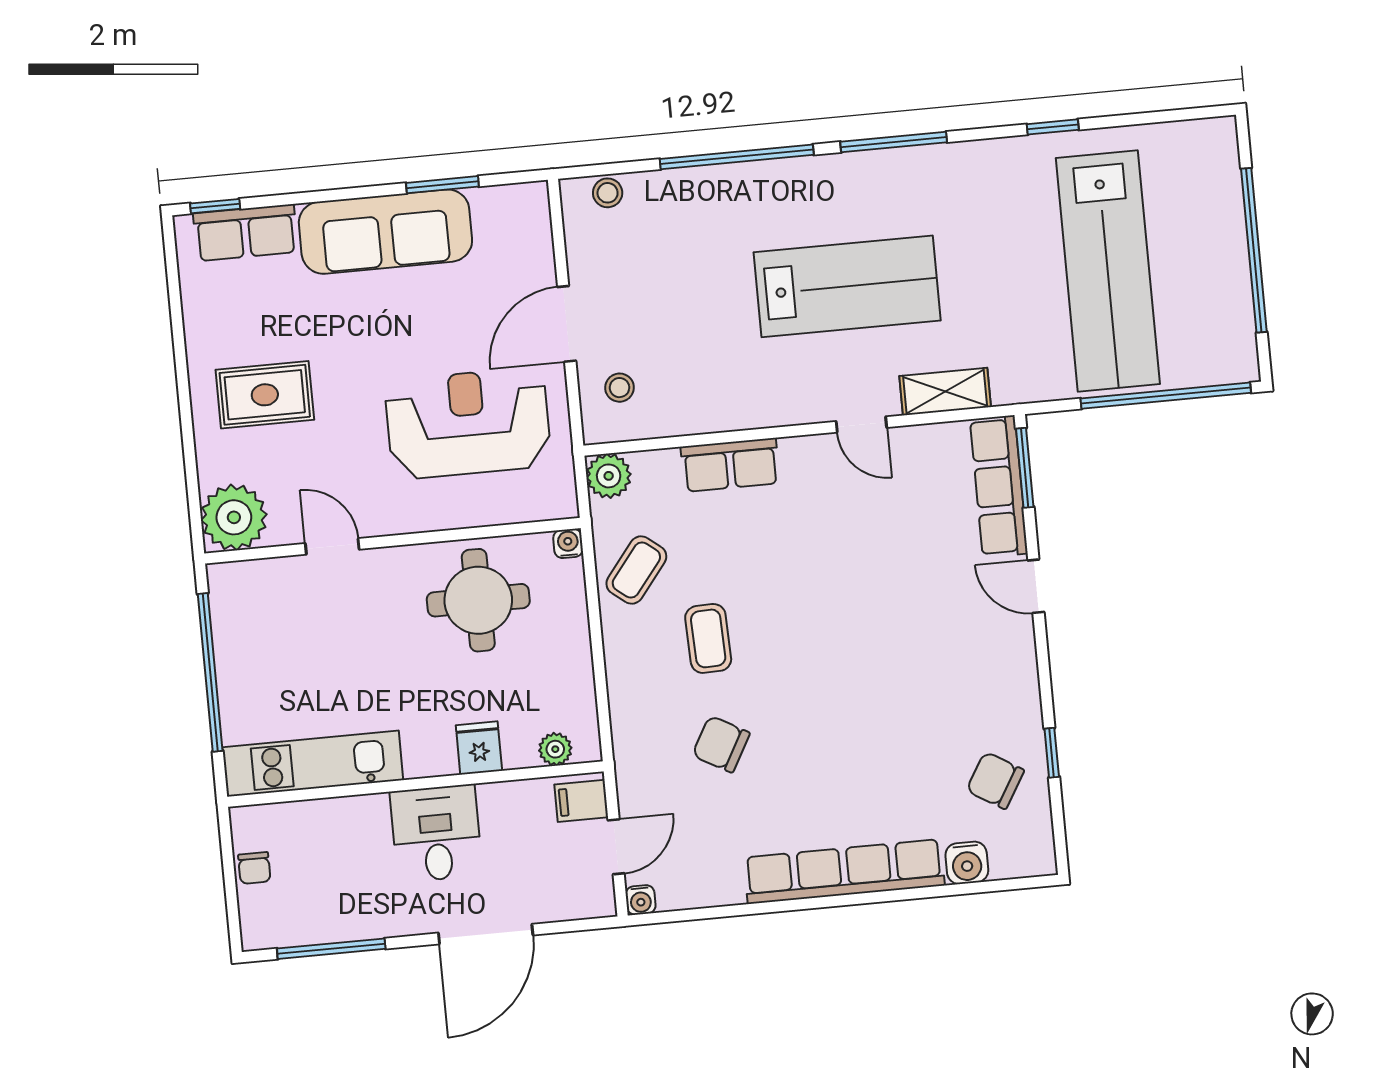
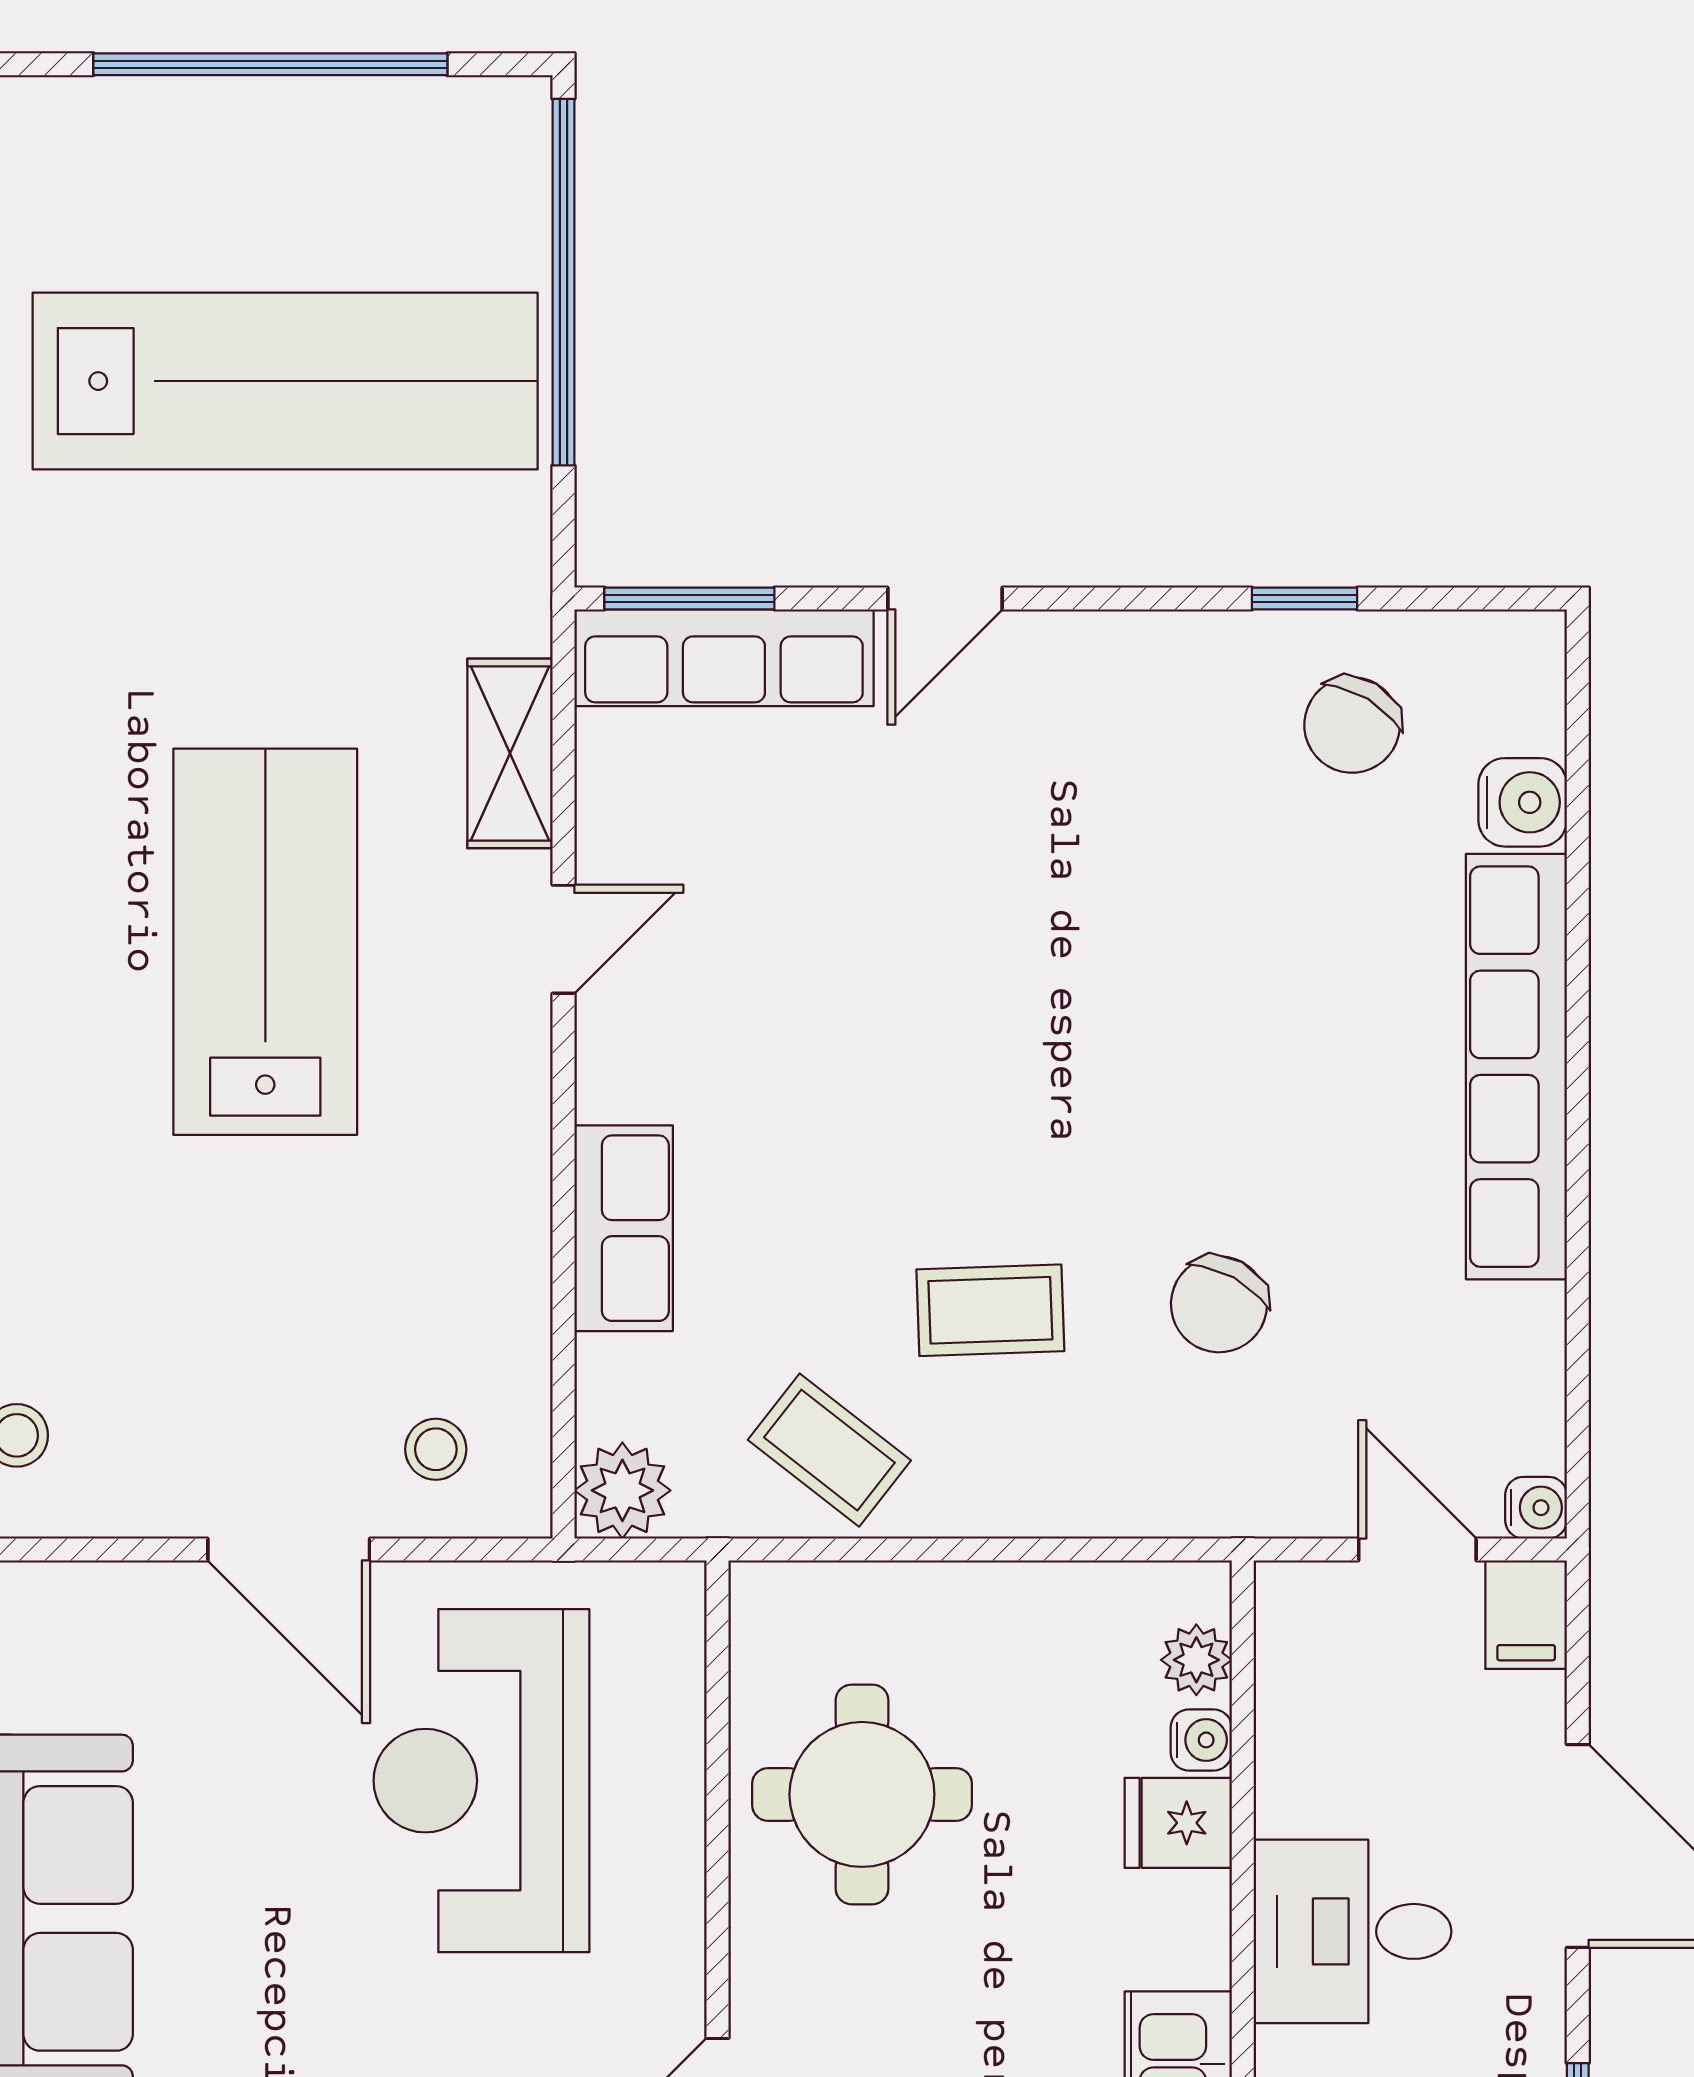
water cooler: (568, 543) -> (1201, 1740), moved, turned 180
filing cabinet: (581, 801) -> (1526, 1615), moved

